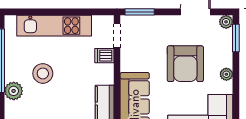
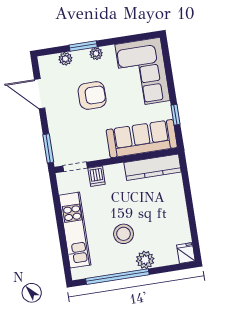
plant: (226, 22) -> (65, 59), moved
window: (236, 38) -> (83, 46), moved
armchair: (185, 64) -> (92, 95), width x0.73, depth x0.73

